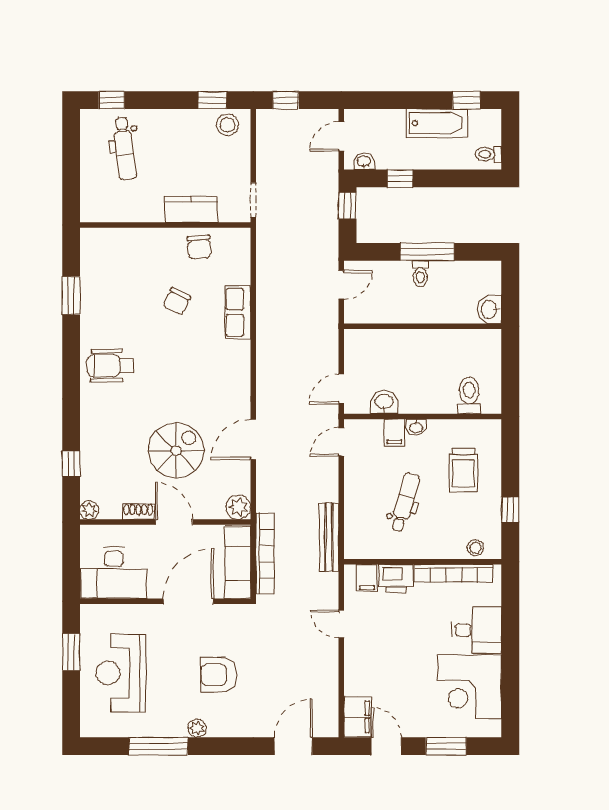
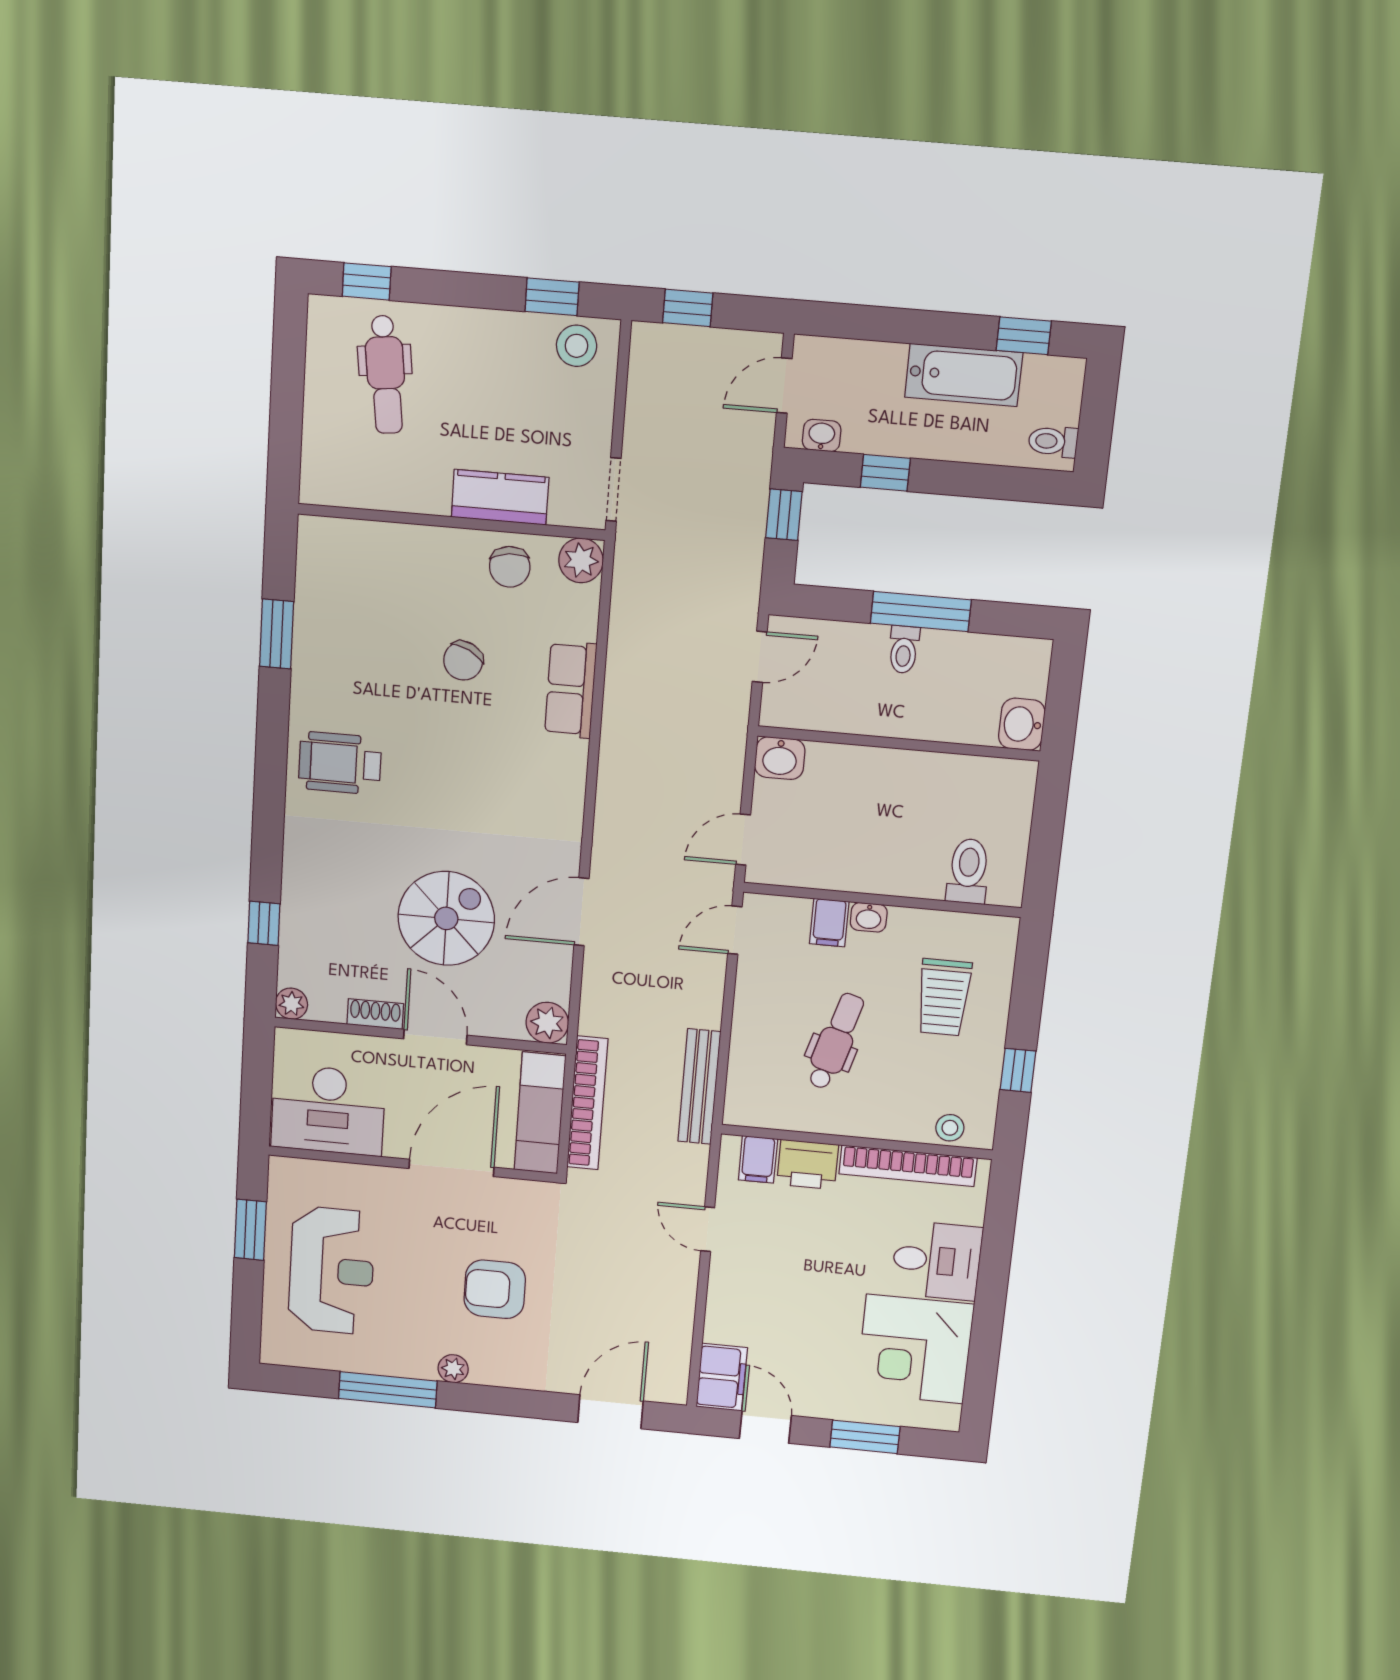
plant: (238, 240) -> (581, 560), added
washbasin: (384, 402) -> (780, 758), moved, turned 180
reception desk: (121, 673) -> (332, 1270), turned 180

